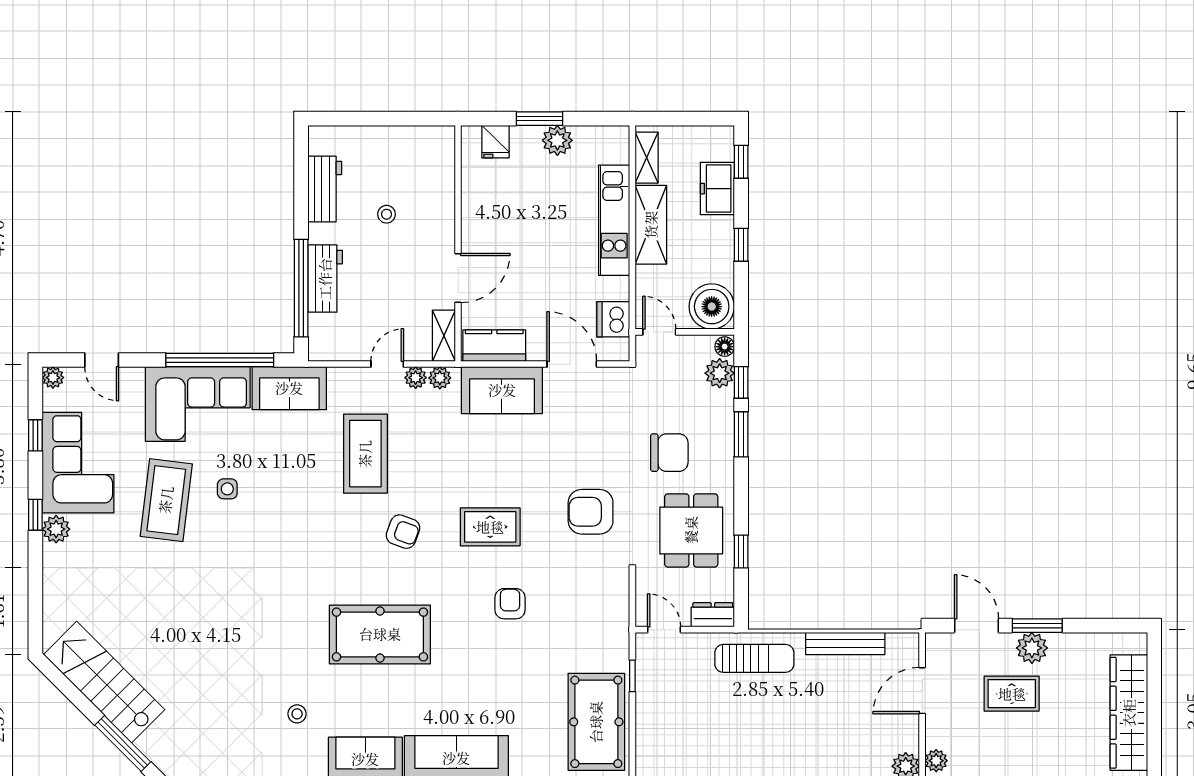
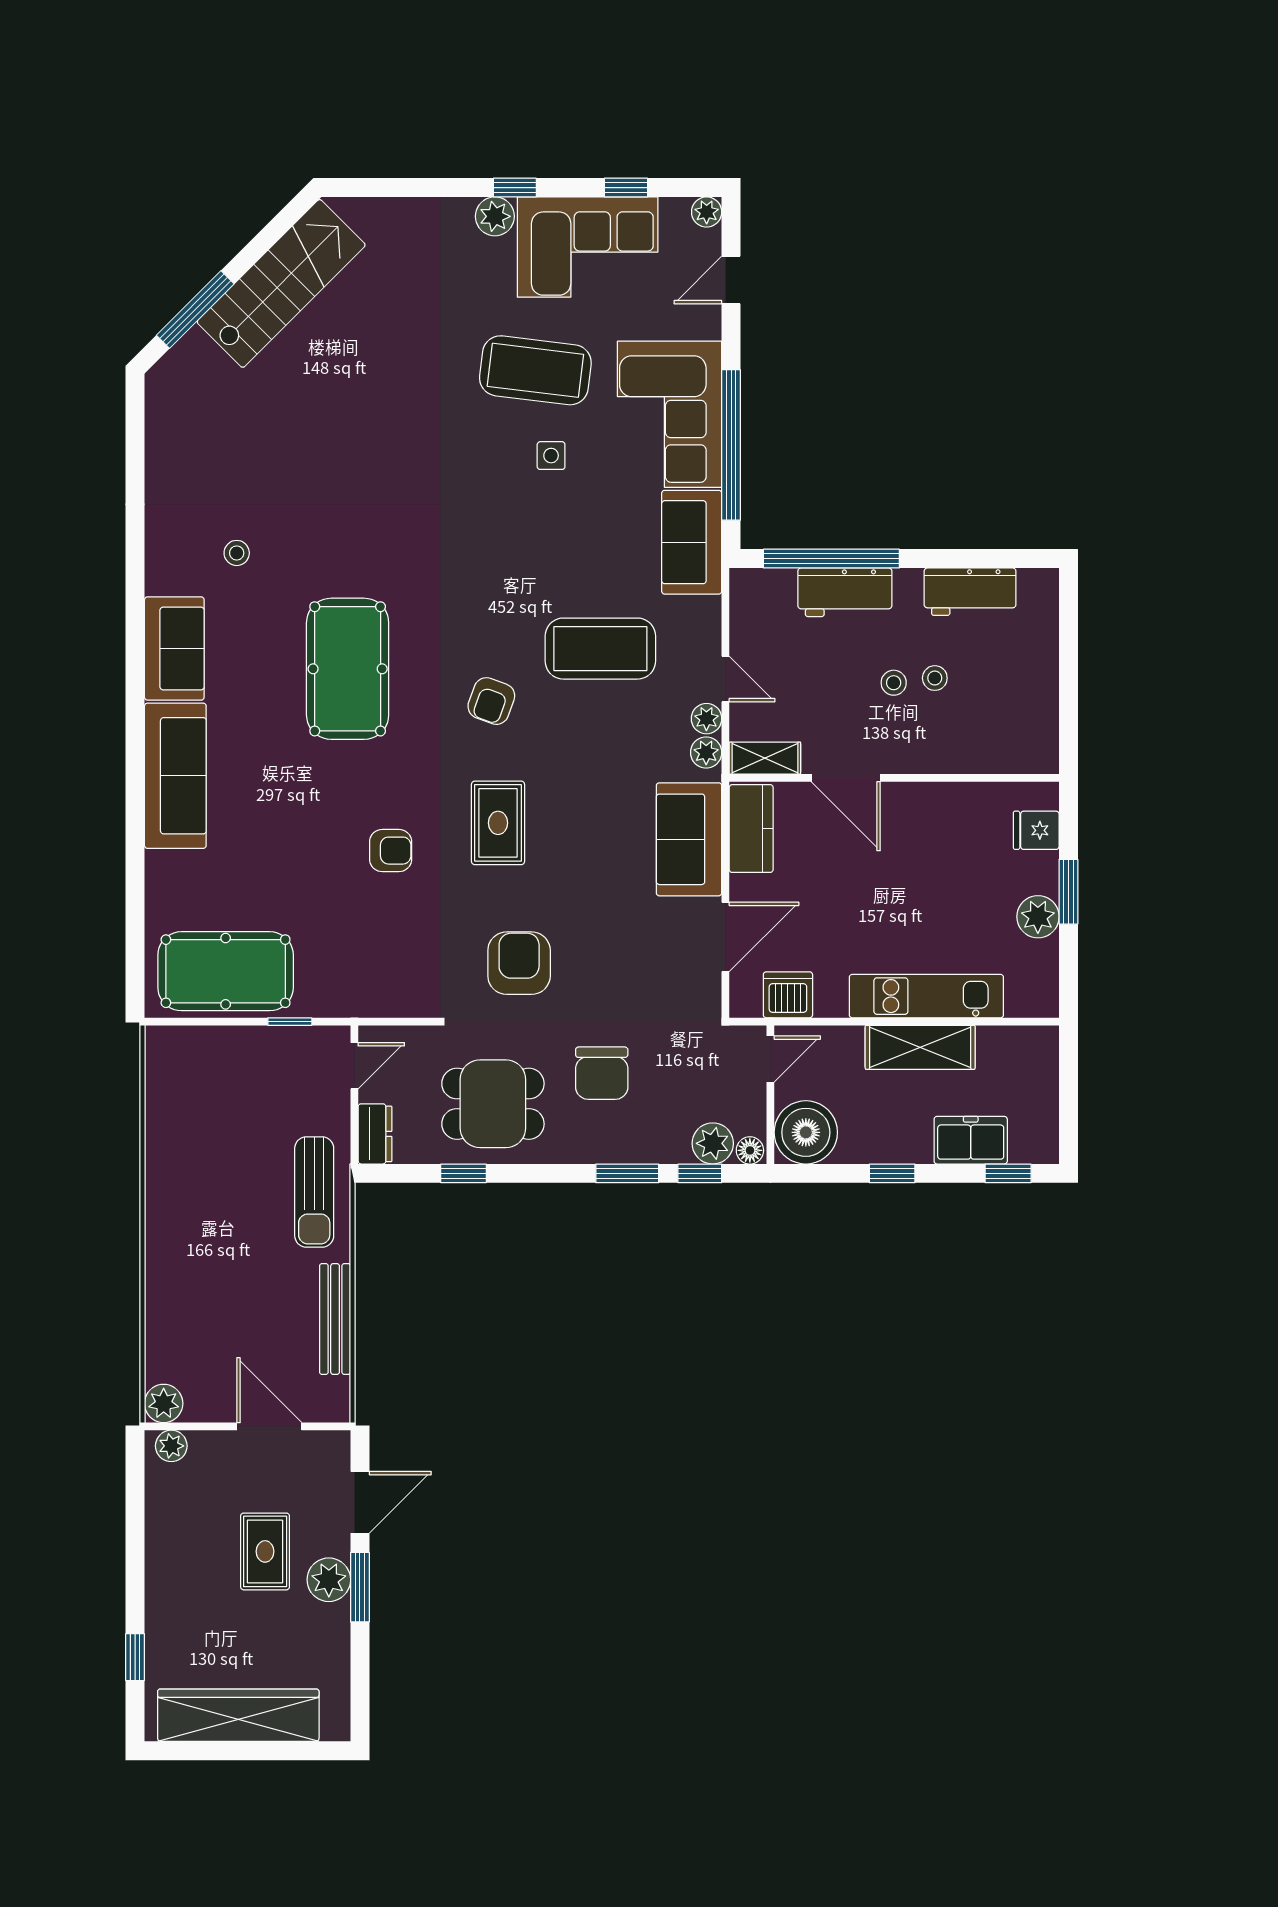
shelving: (647, 158) -> (1014, 1041), removed
stool: (390, 244) -> (894, 683), added

